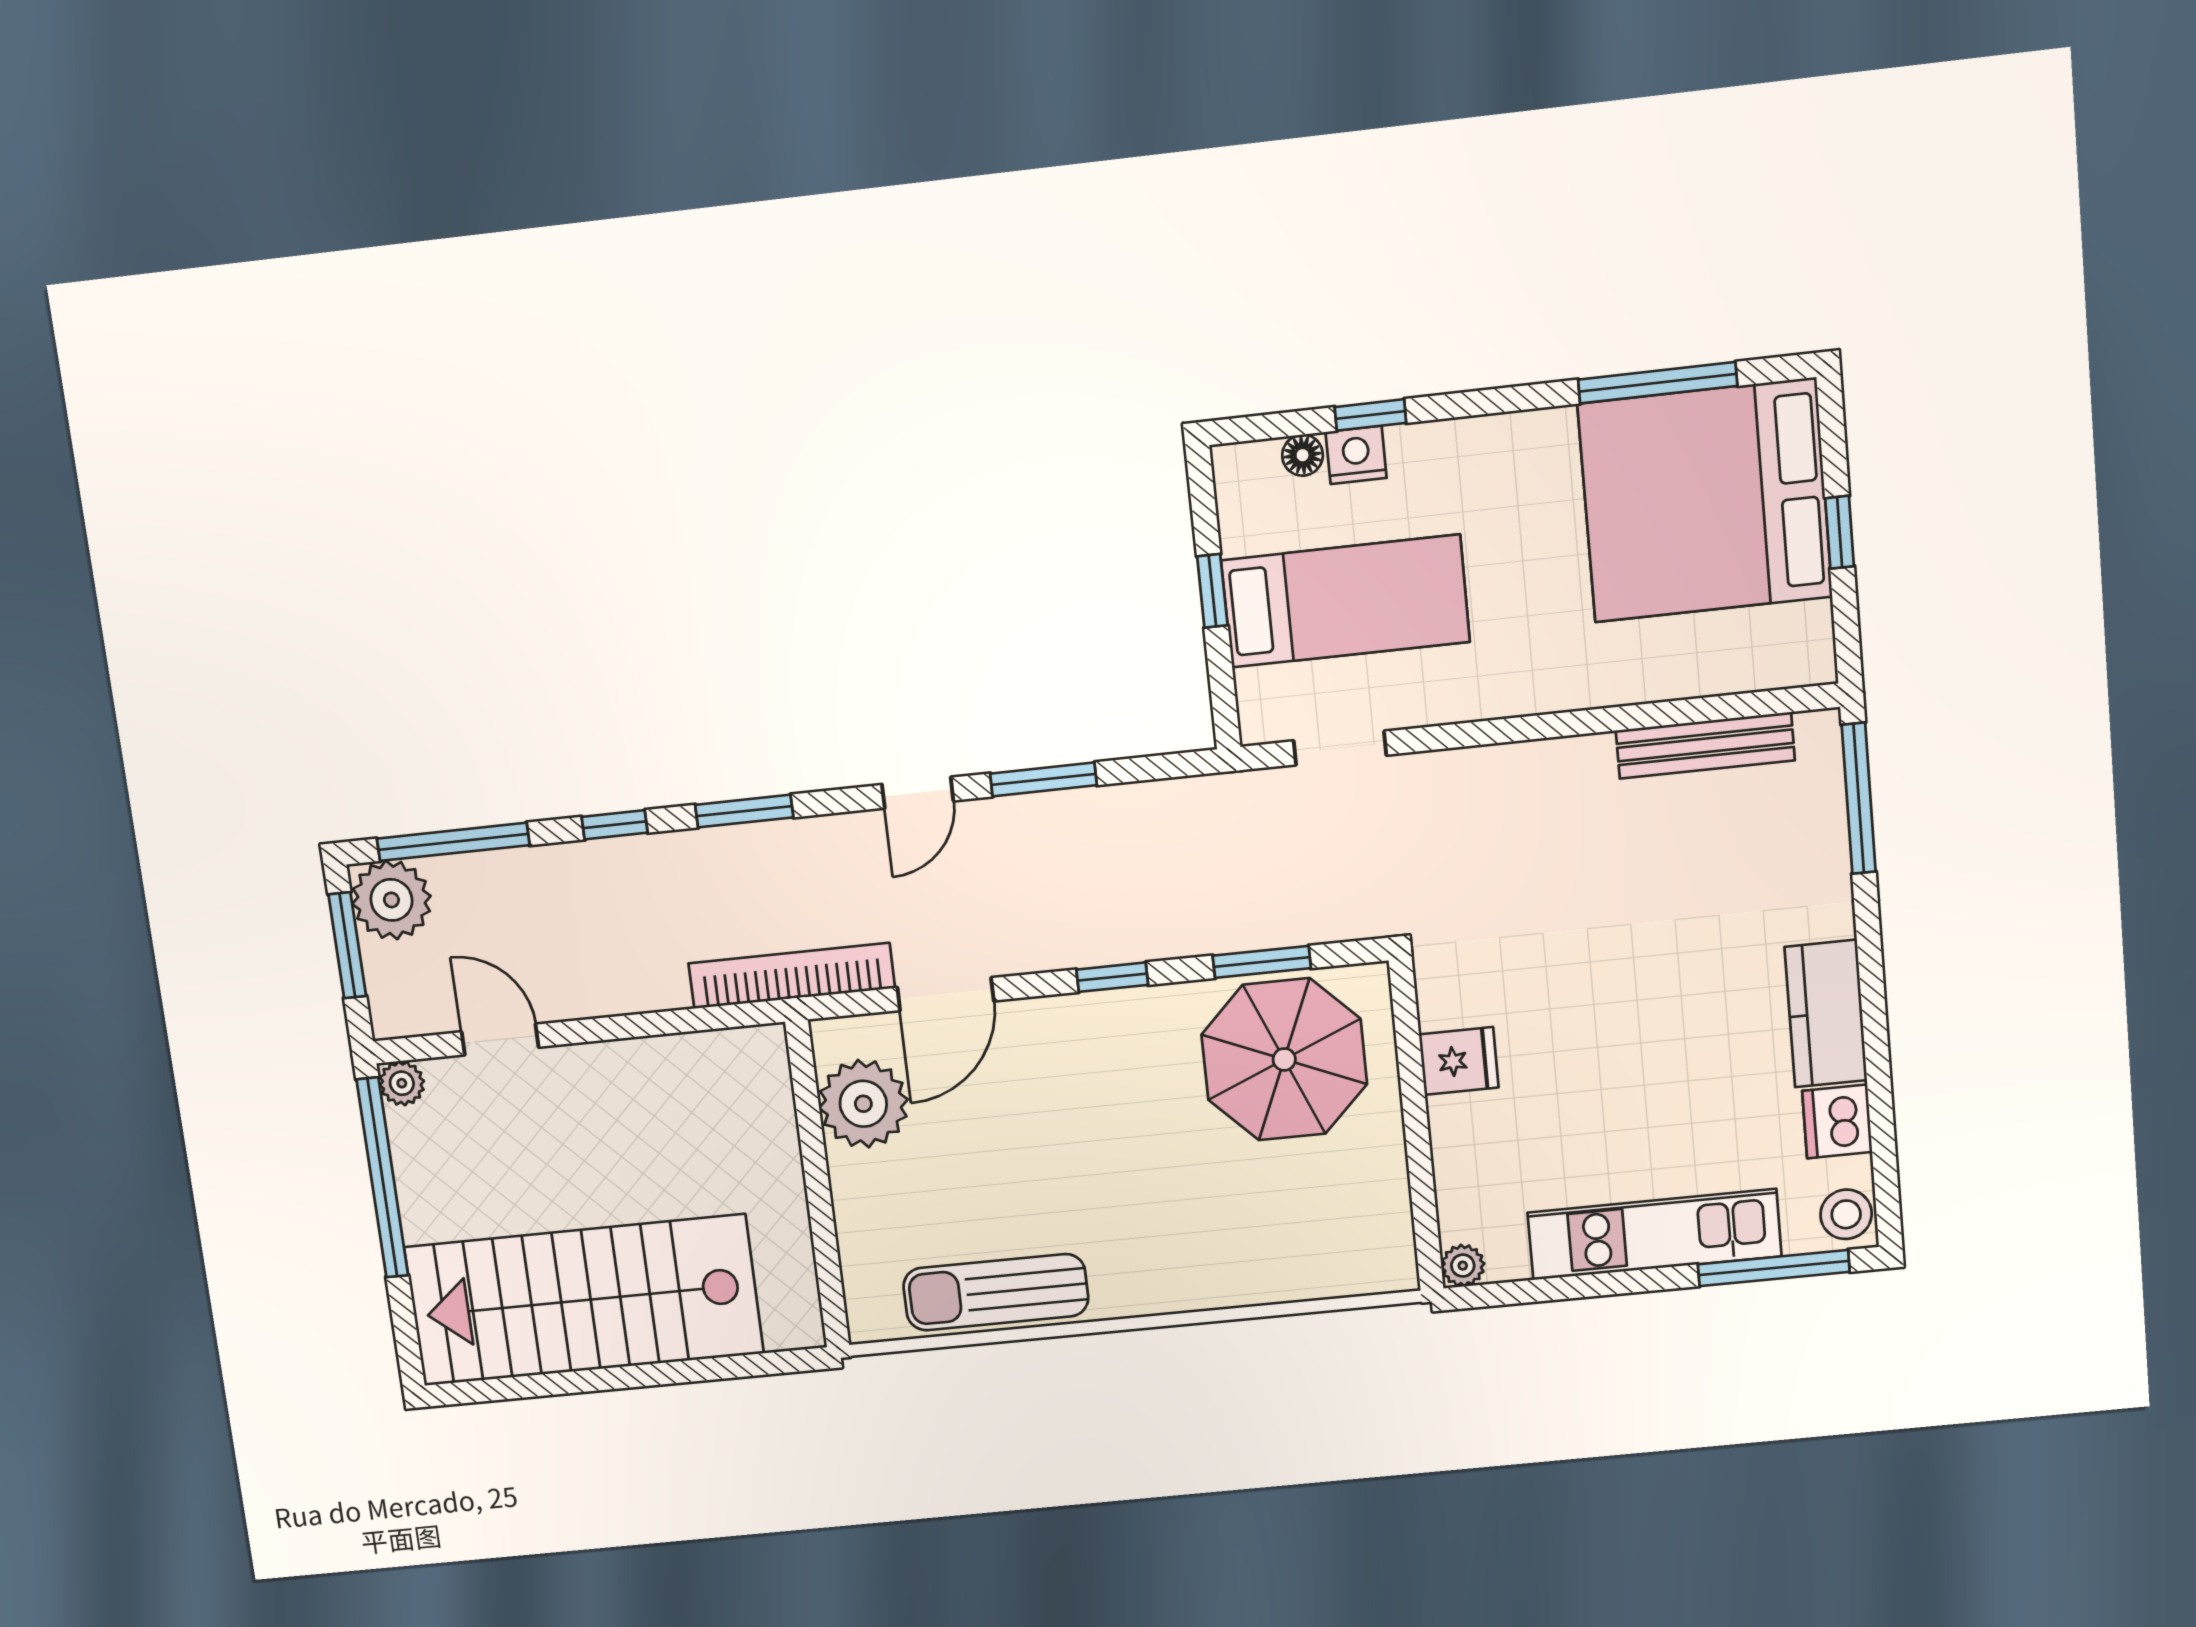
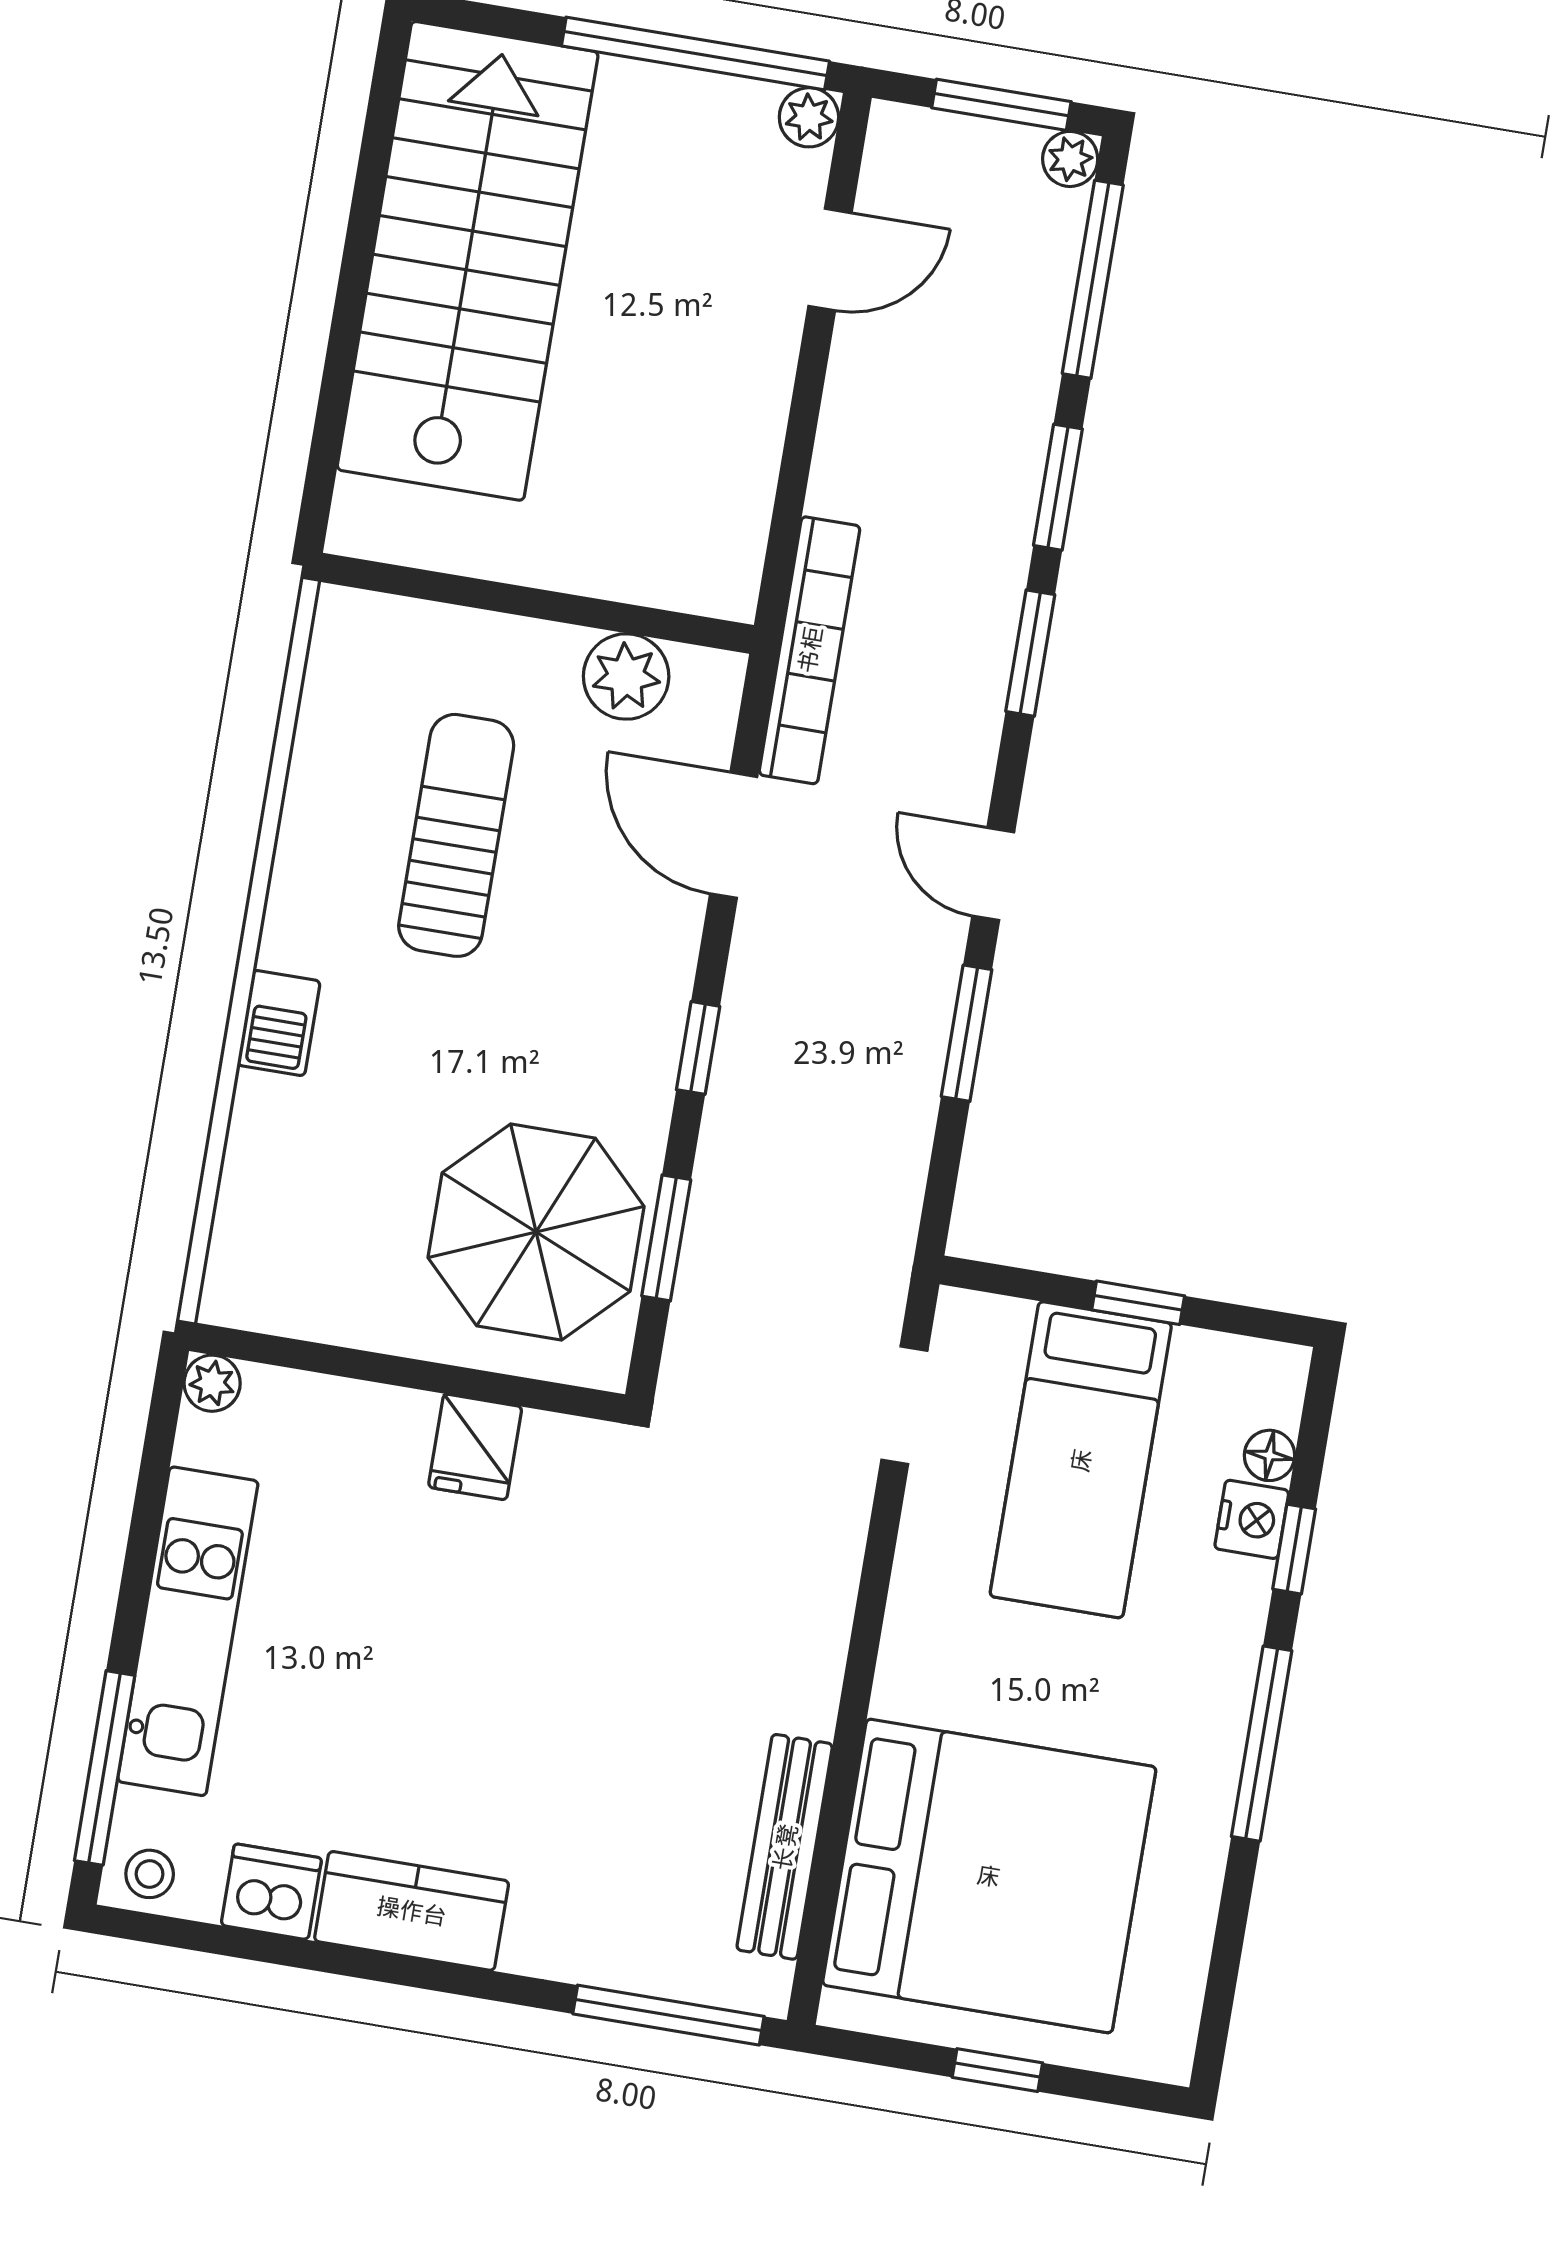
window: (1658, 383) -> (1262, 1744), moved
bed: (1705, 500) -> (989, 1876), moved, turned 90
window: (615, 825) -> (1058, 487), width x1.50
plant: (391, 900) -> (1070, 159), width x0.53, depth x0.53
plant: (863, 1104) -> (626, 677), width x0.73, depth x0.73
stool: (1846, 1214) -> (150, 1874), width x0.73, depth x0.73
barbecue: (1181, 1288) -> (279, 1023), added
sun lounger: (996, 1292) -> (456, 835), moved

